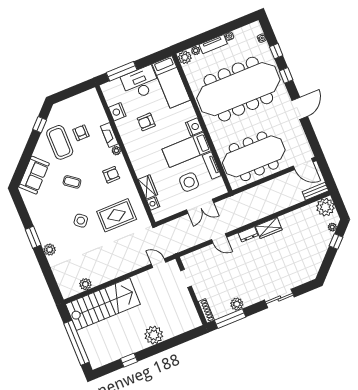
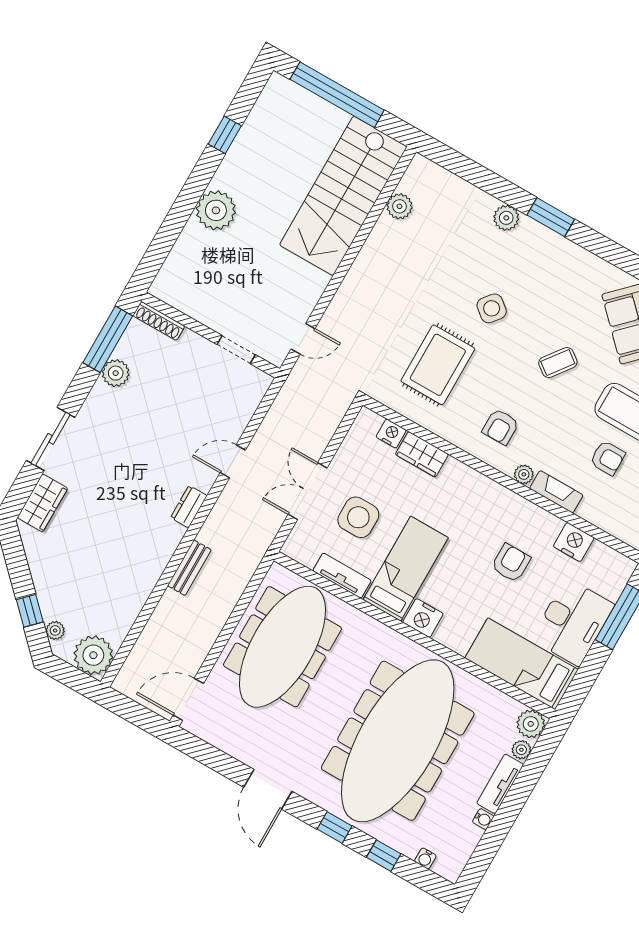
bench: (315, 191) -> (189, 568), moved
wardrobe: (269, 228) -> (42, 503), moved, turned 180

